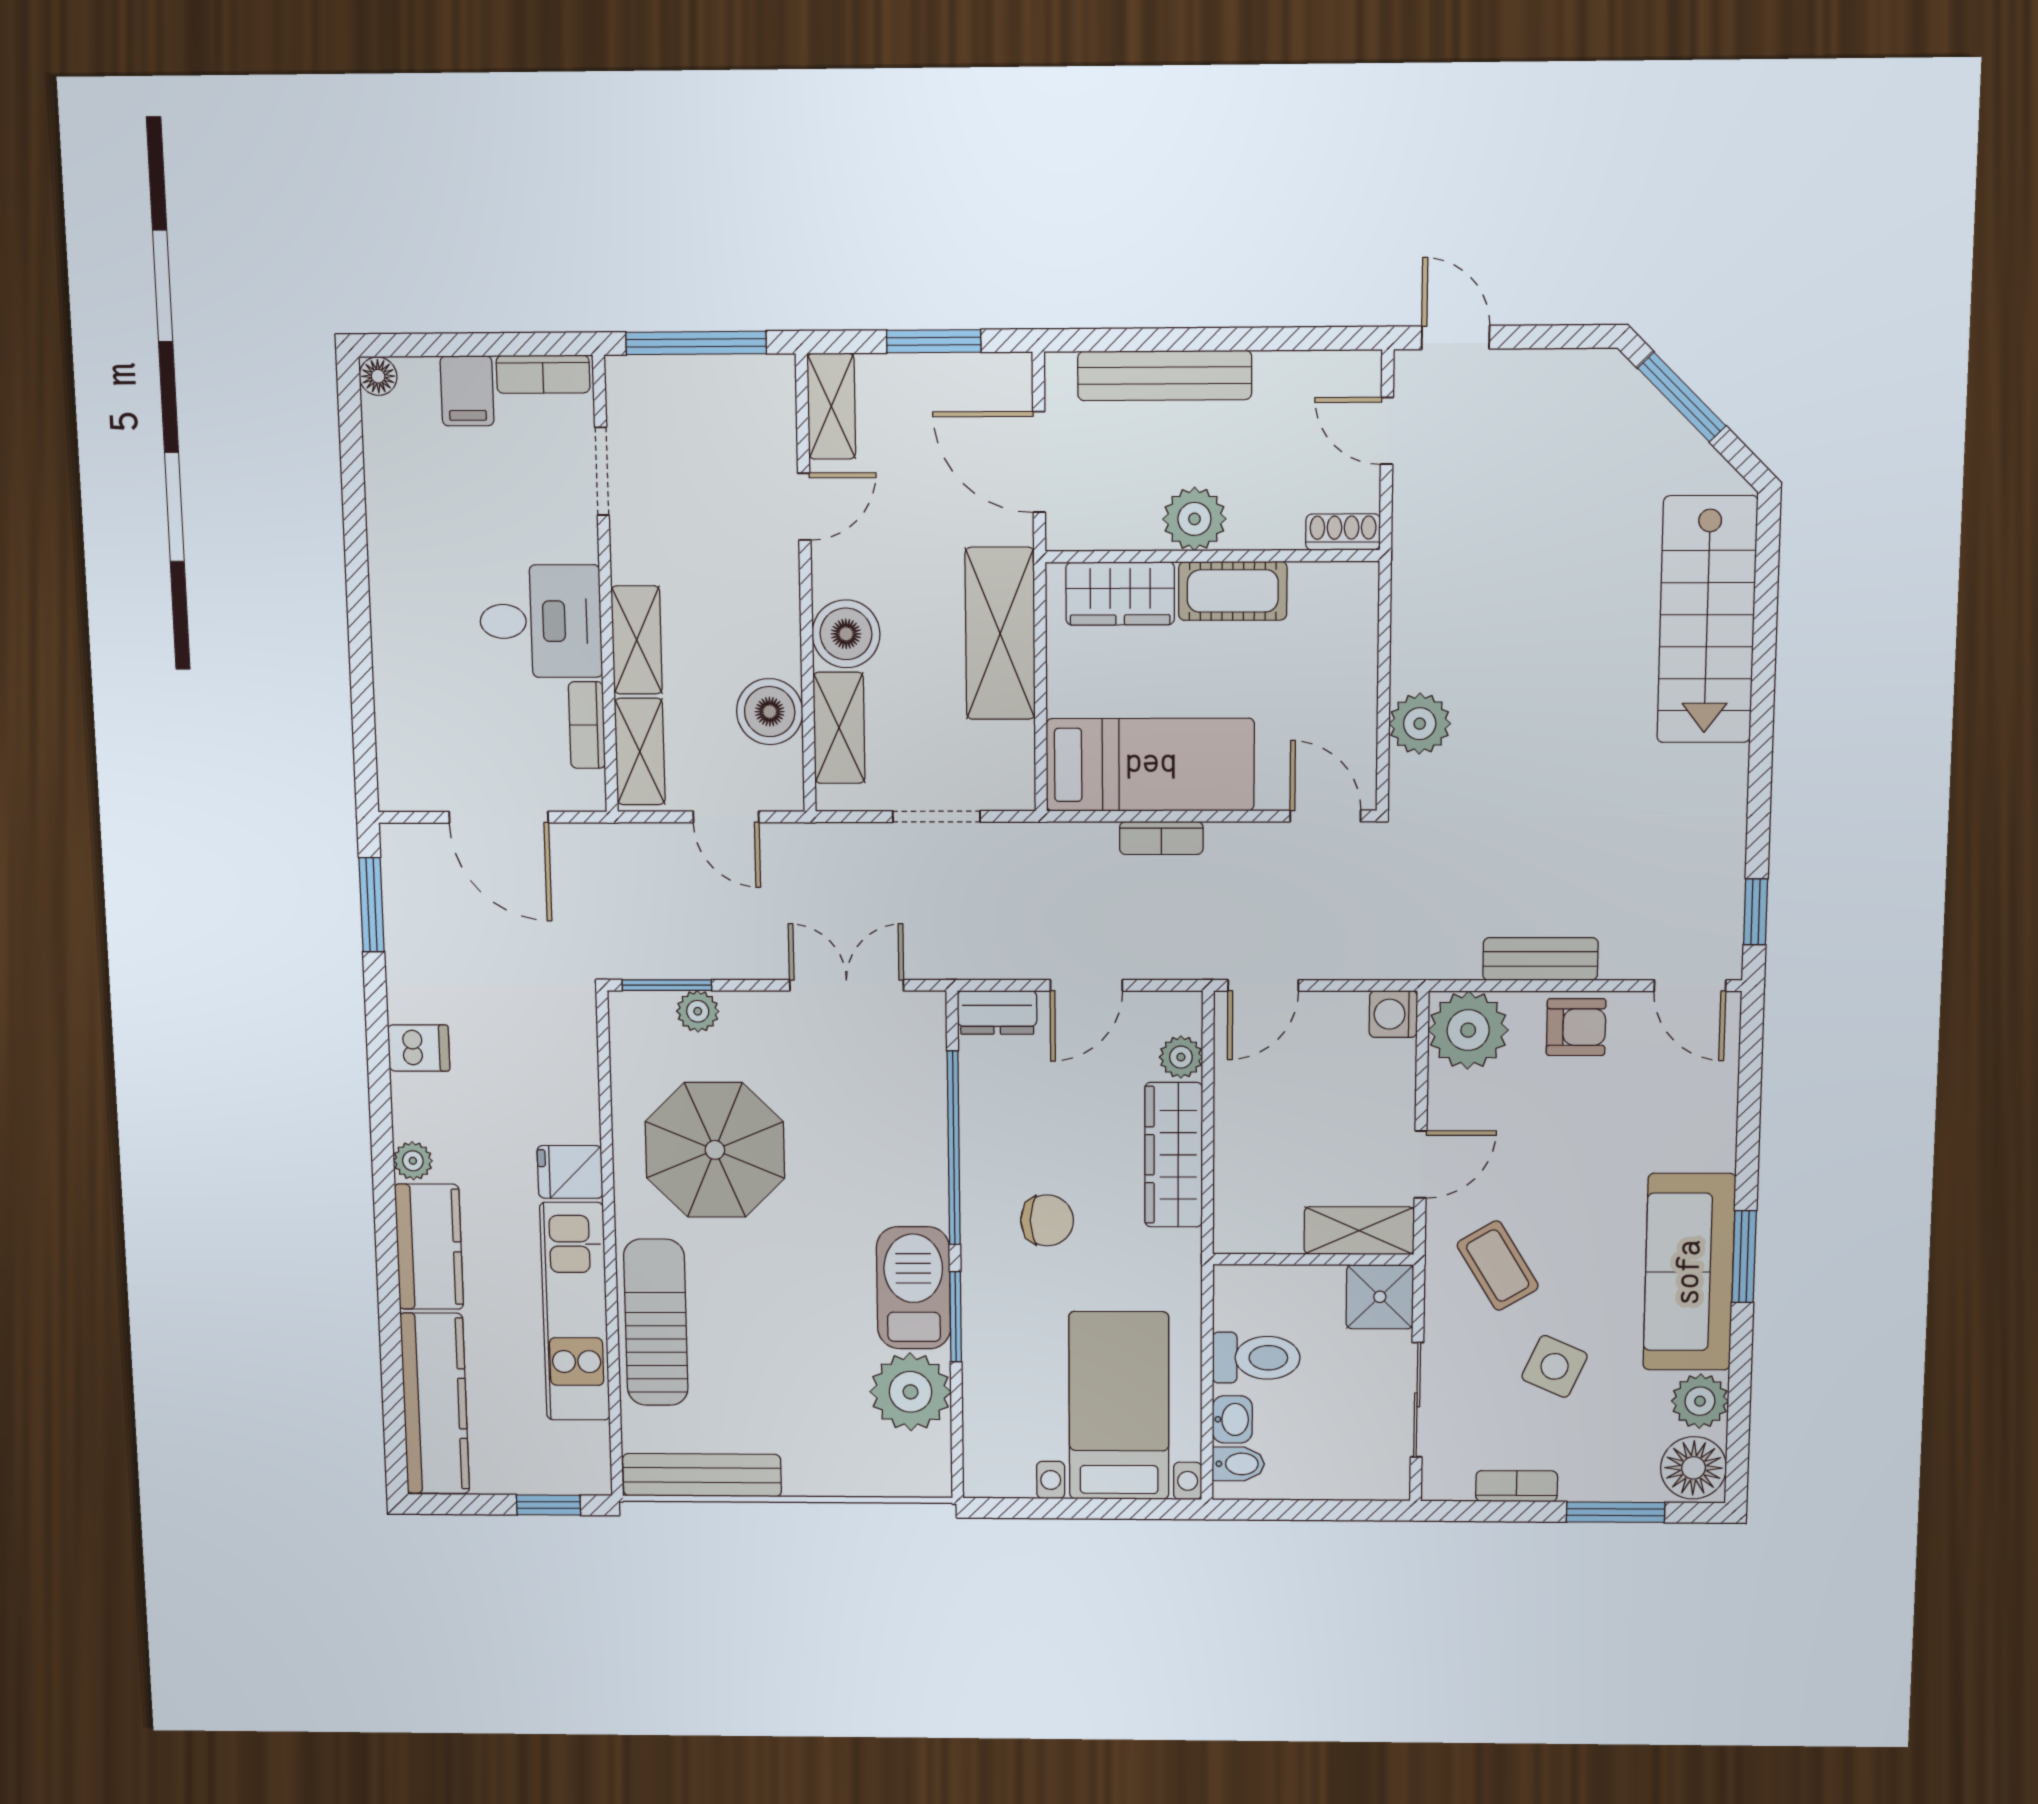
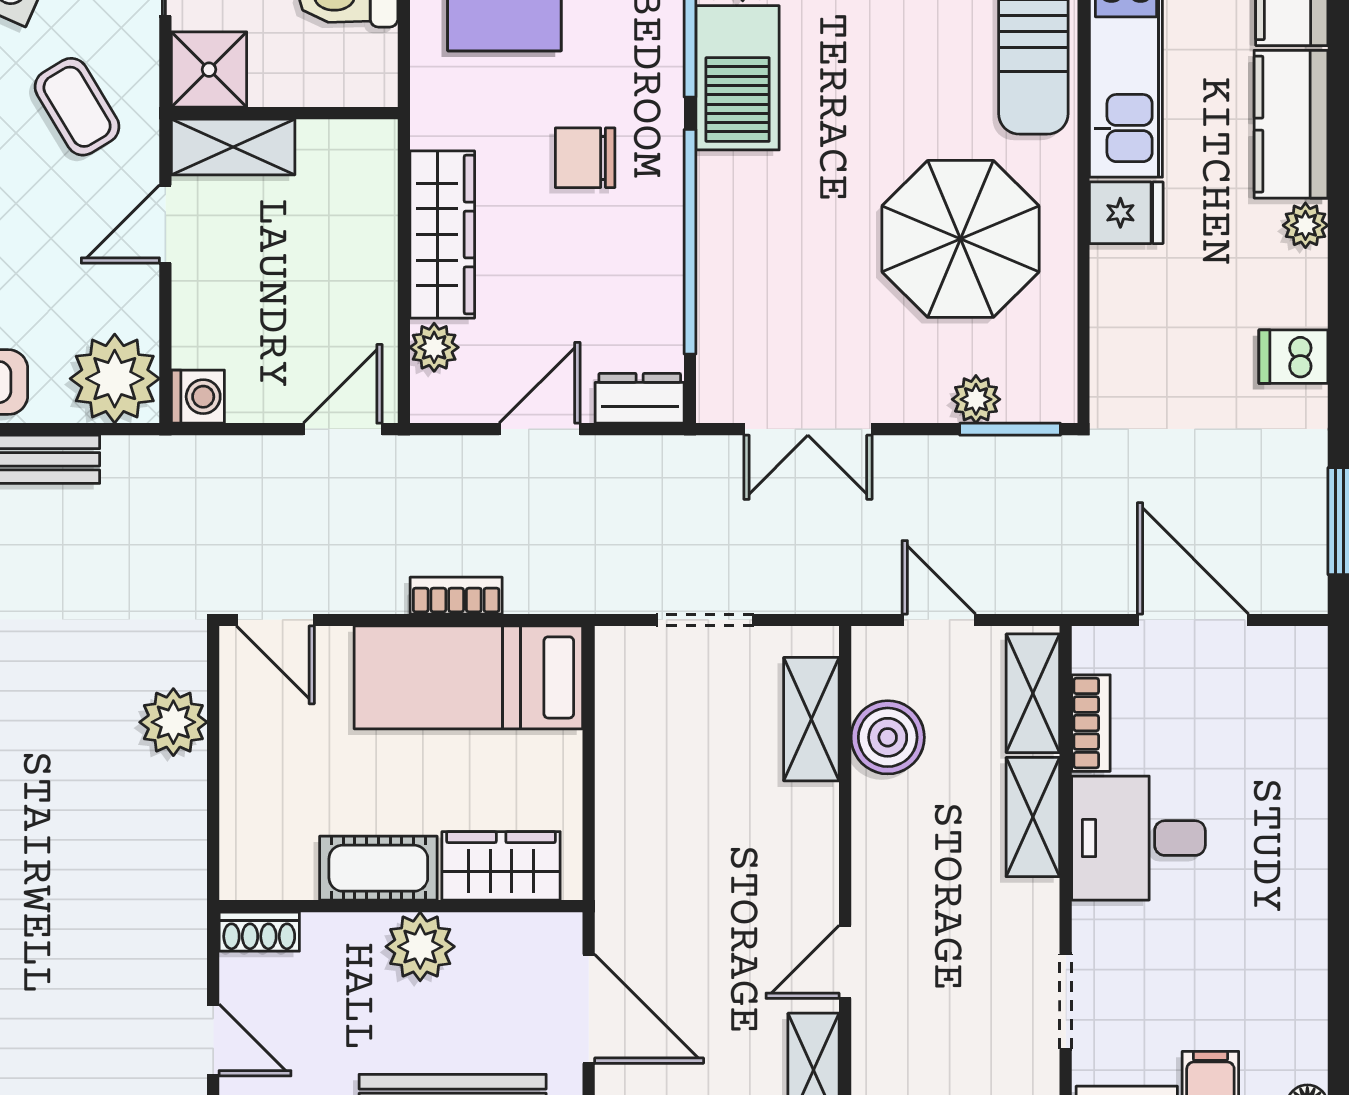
boiler: (846, 634) -> (802, 823), removed
shelving: (1000, 634) -> (632, 823), removed

